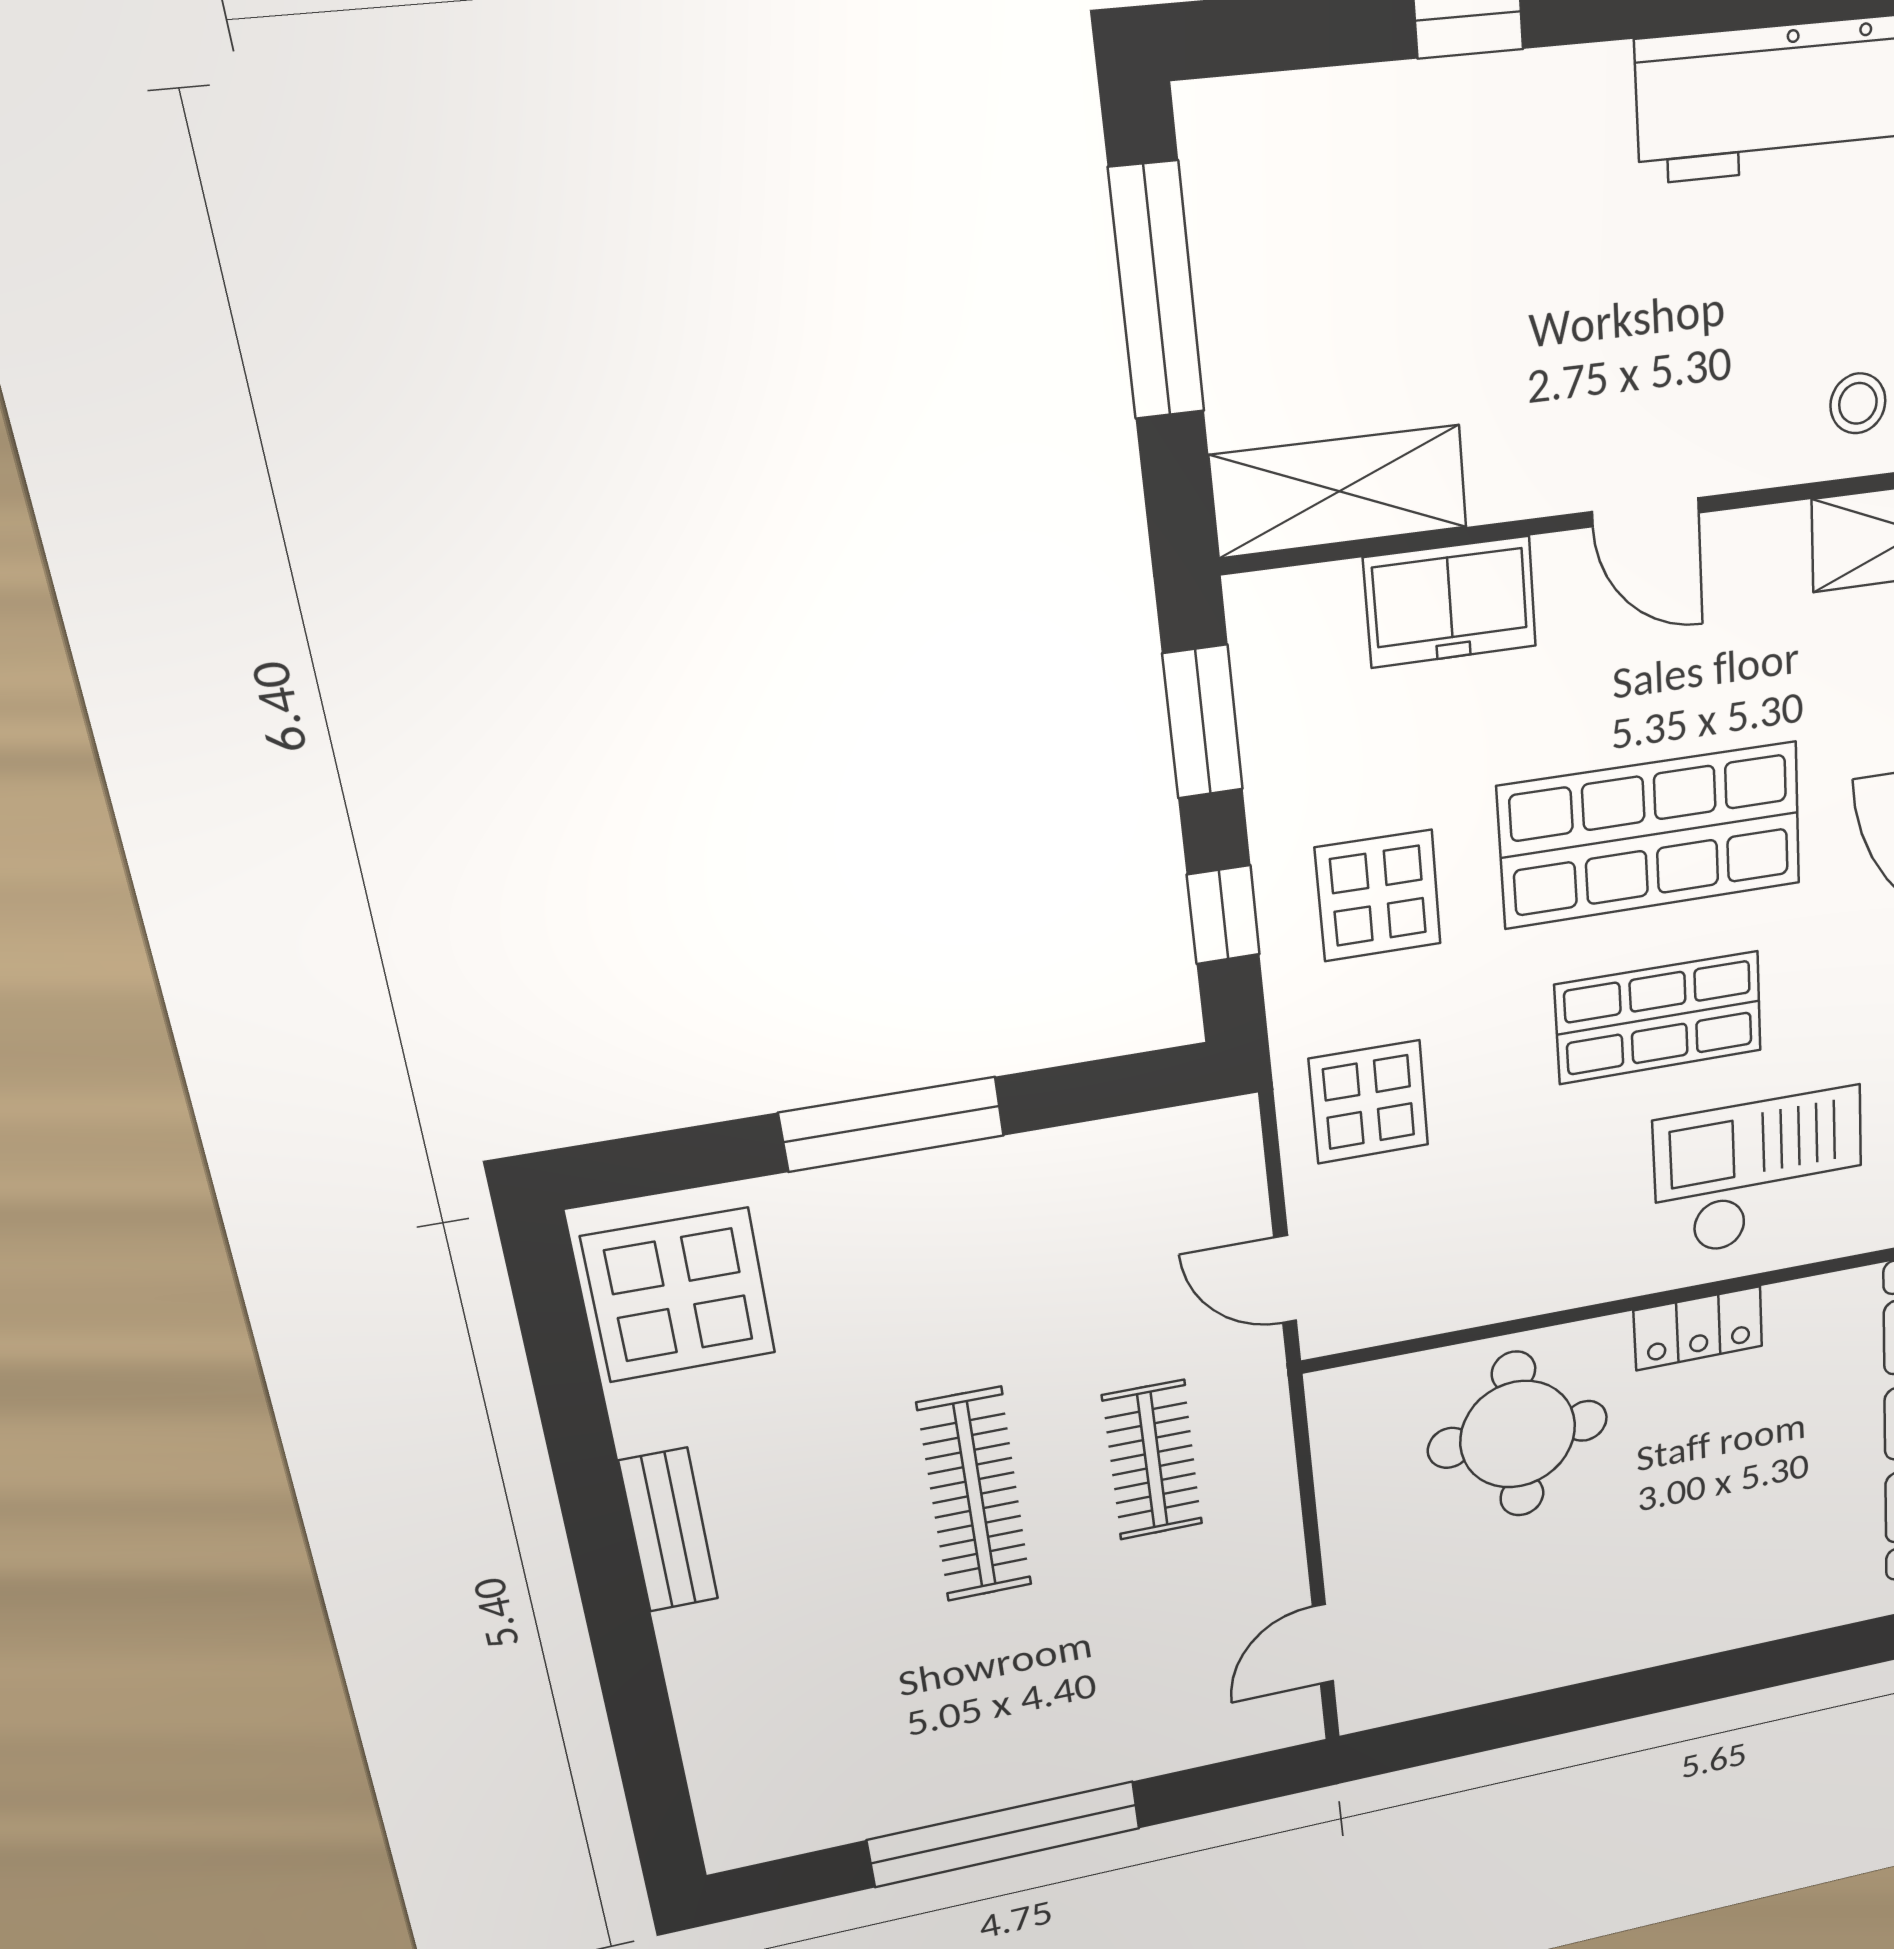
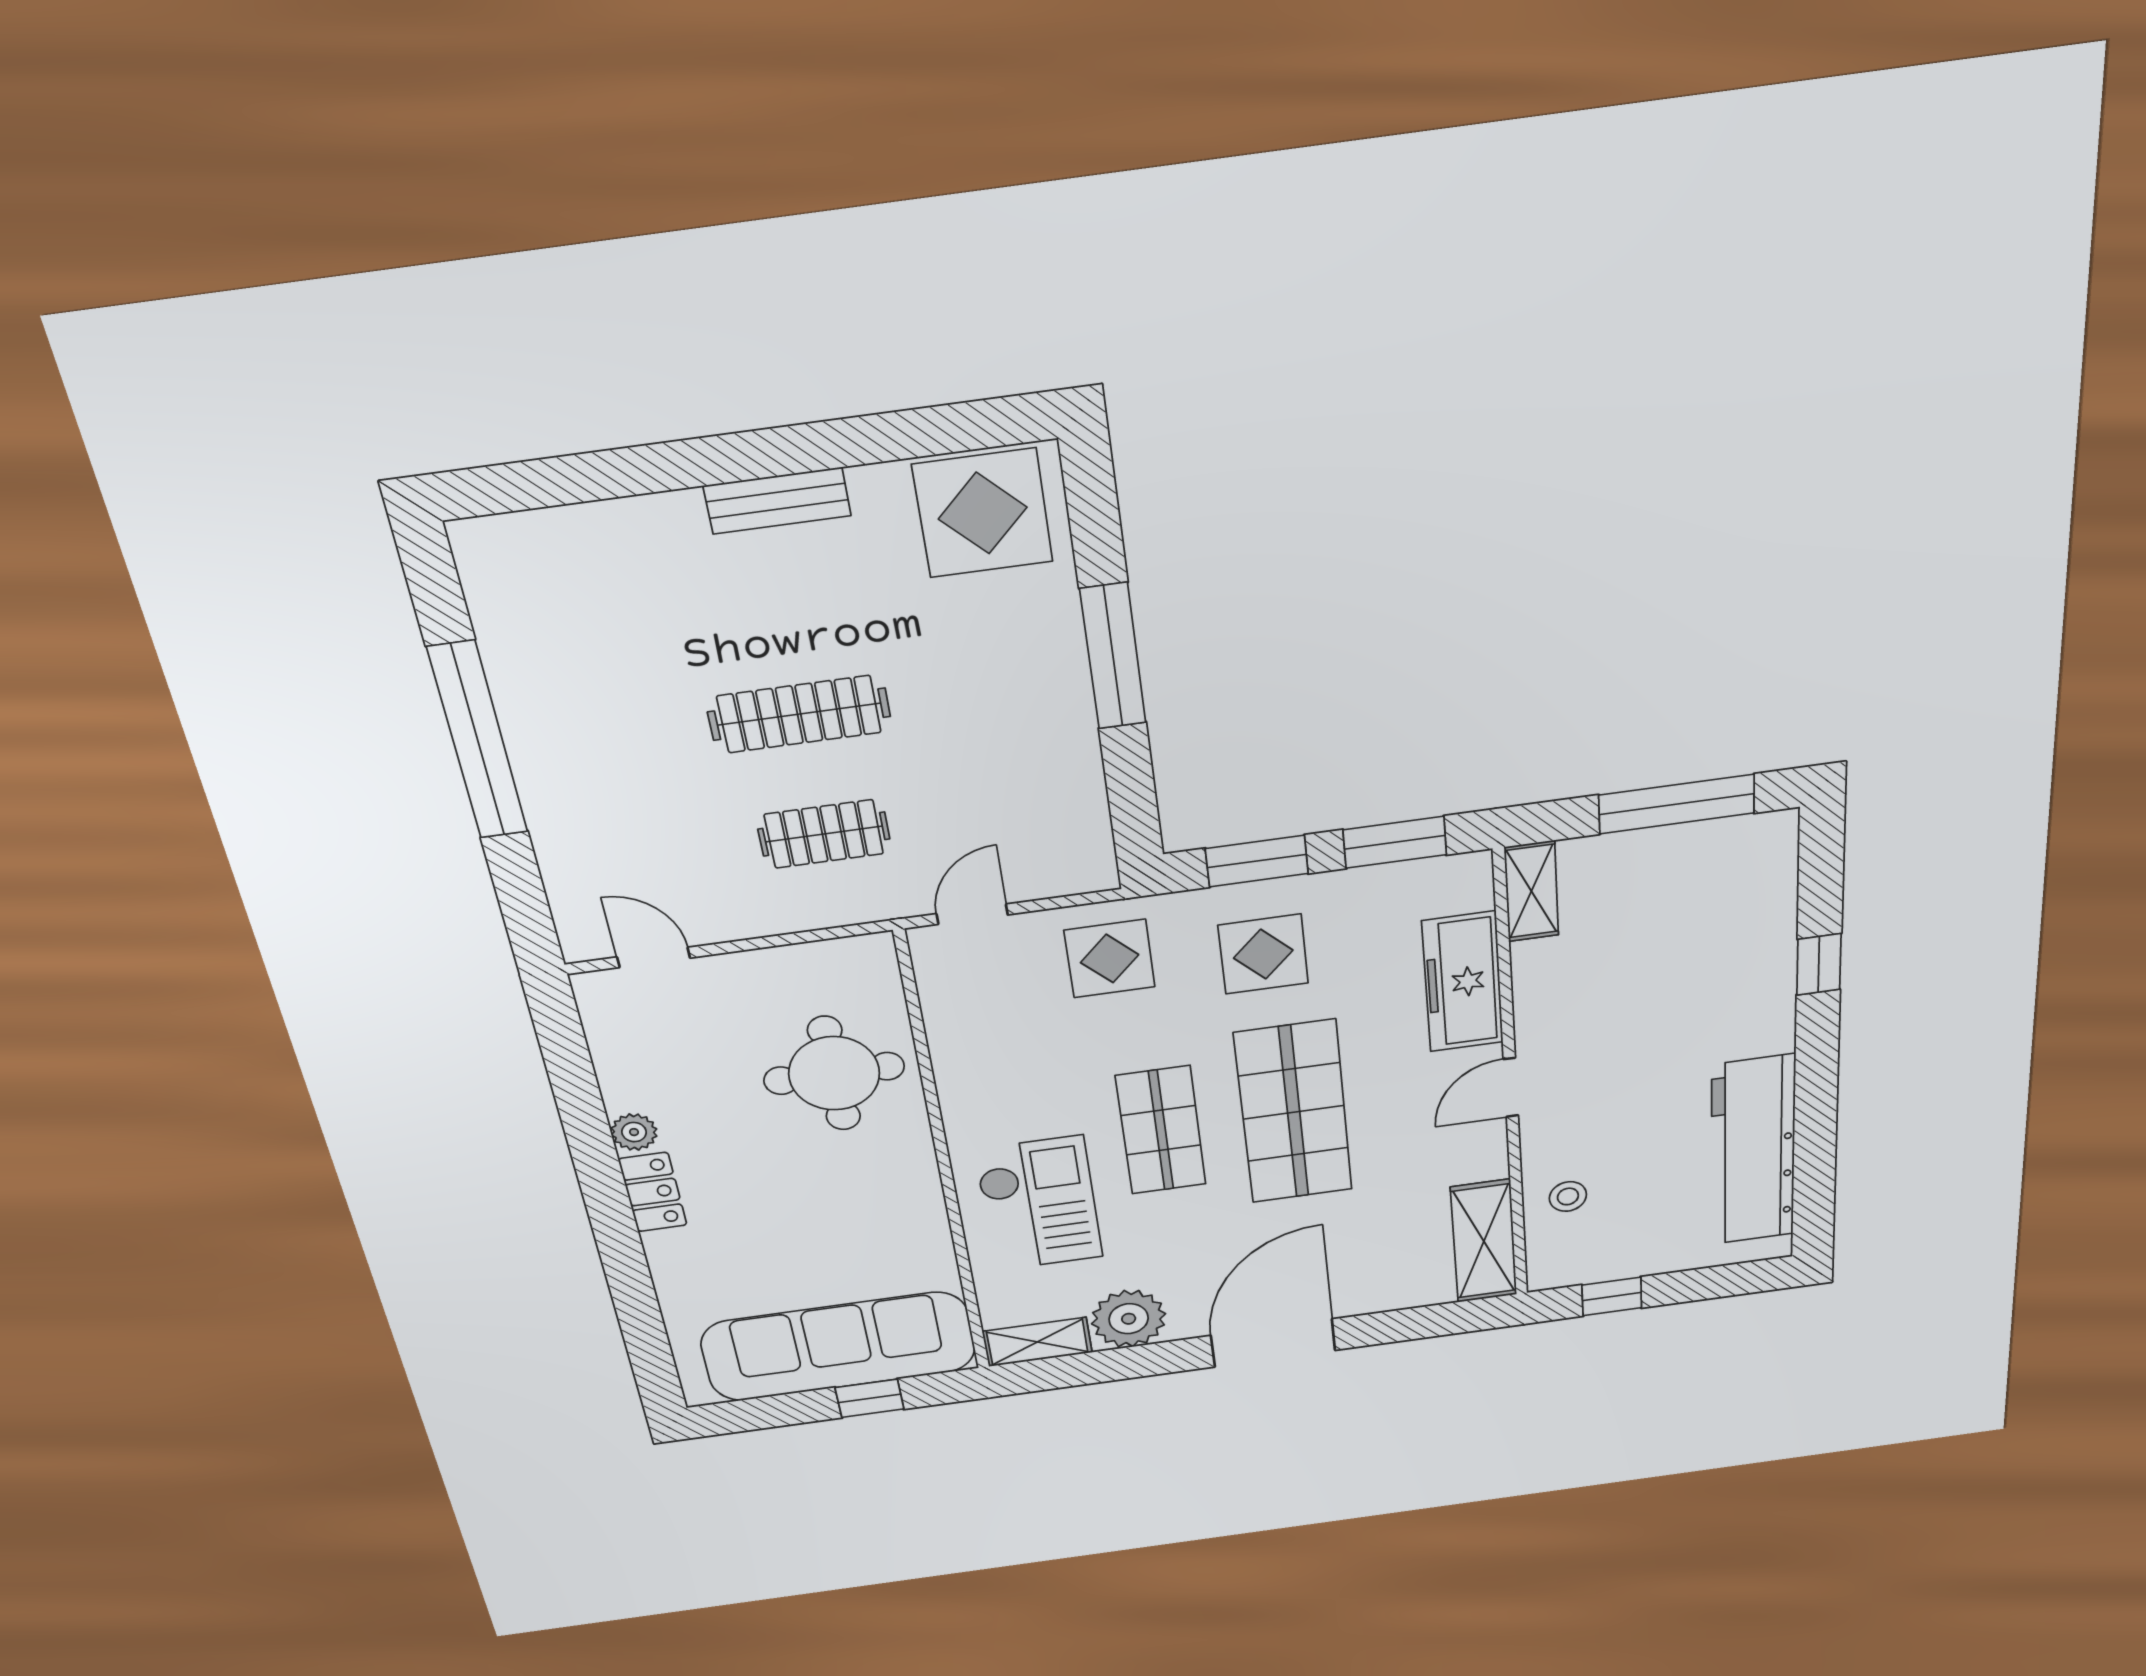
shelving: (1339, 491) -> (1531, 891), width x0.67, depth x0.75
freezer: (1450, 602) -> (1463, 982), width x1.40
window: (1223, 915) -> (1257, 861), width x1.50
locker: (1698, 1328) -> (653, 1192), moved, turned 180
plant: (1580, 1658) -> (634, 1132), added

